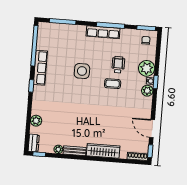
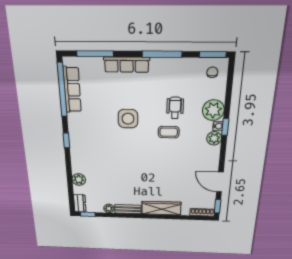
row of seats: (103, 32) -> (127, 65), moved
row of seats: (40, 68) -> (72, 90), moved

